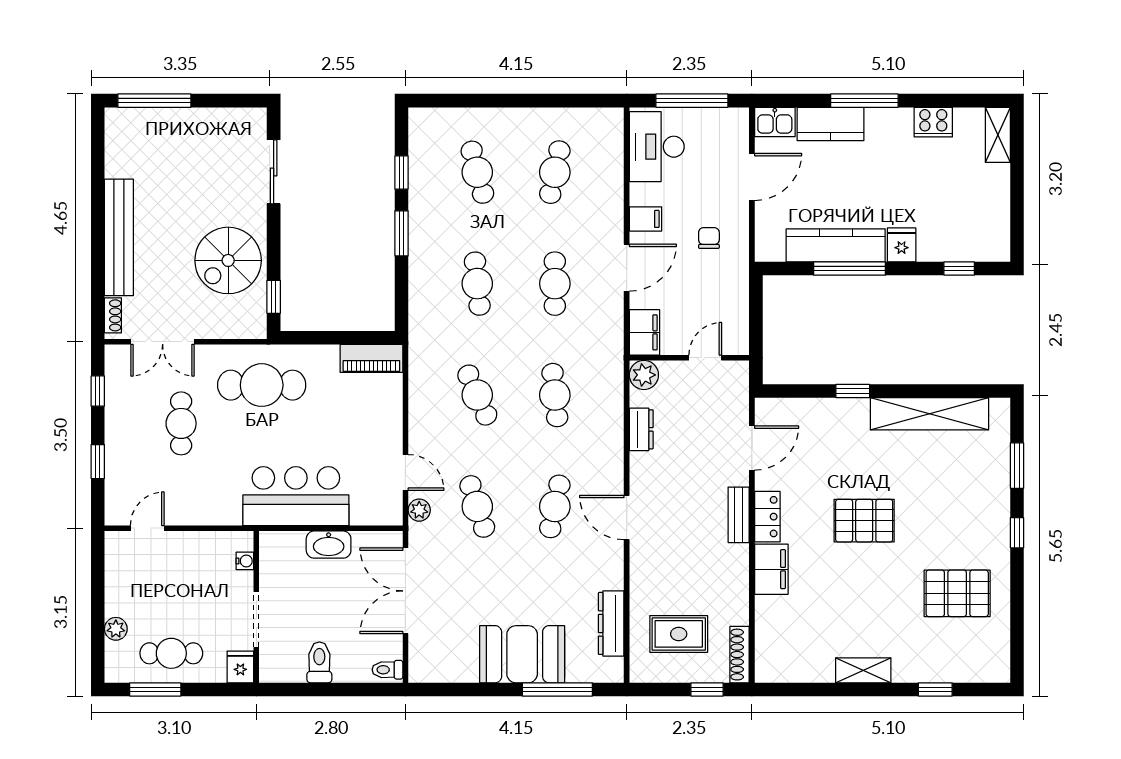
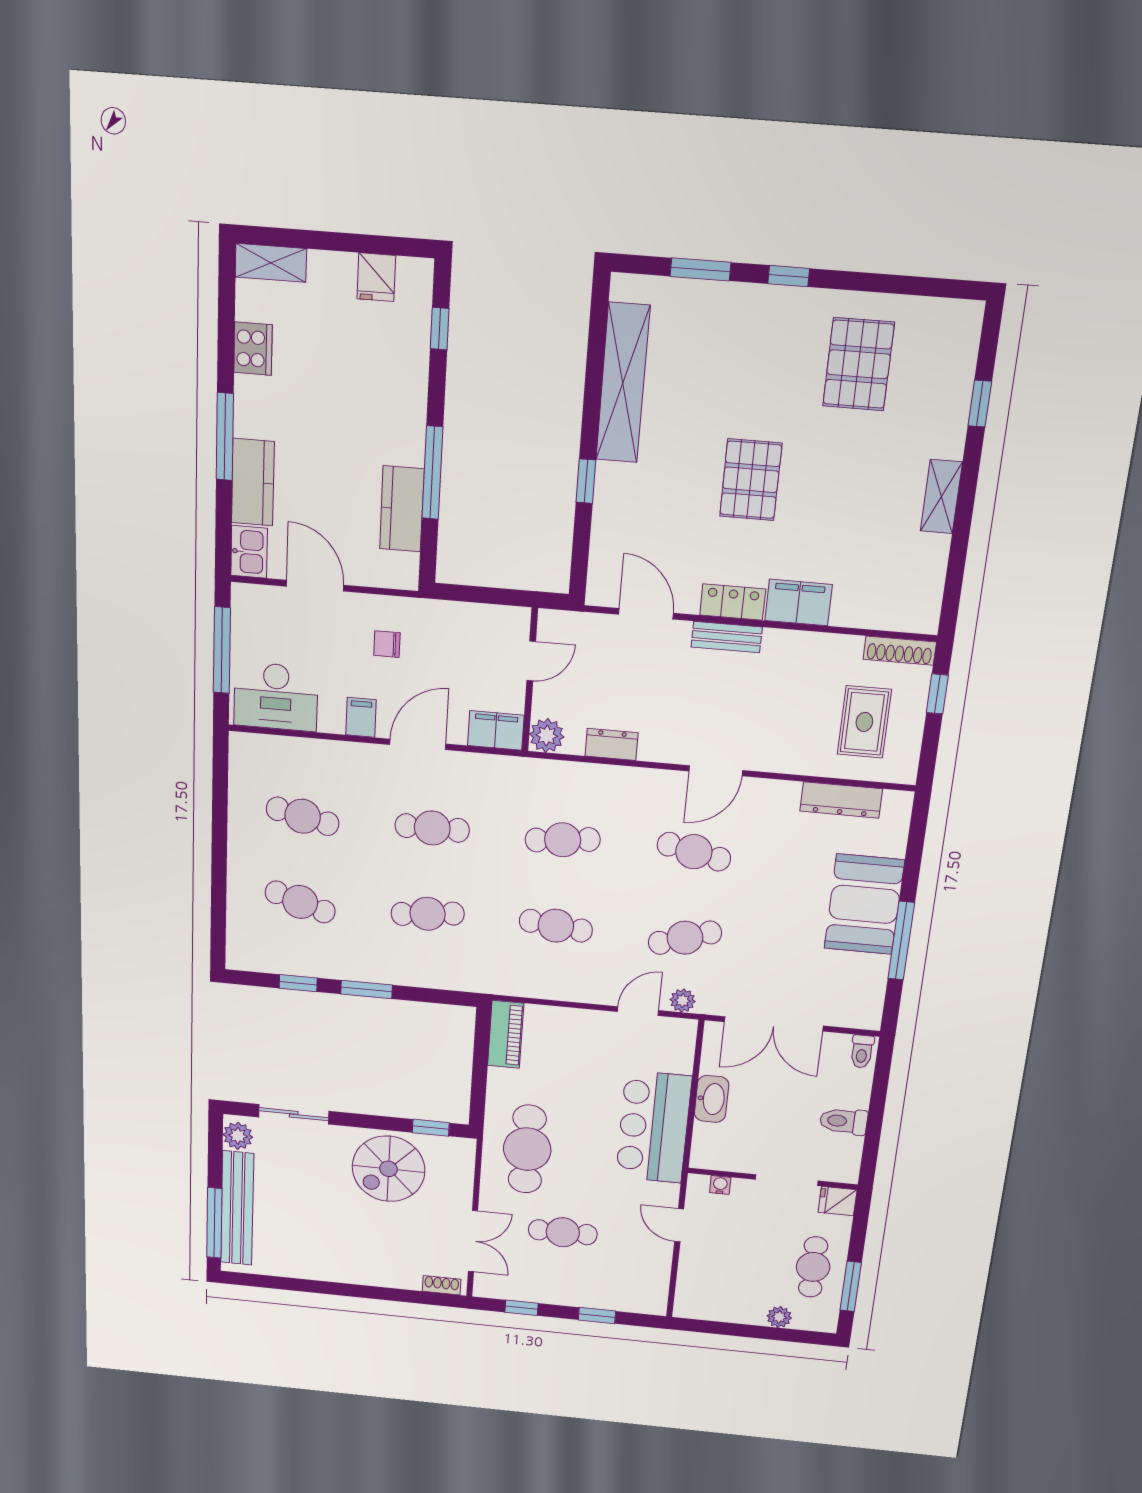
plant: (246, 121) -> (238, 1136), added
cafe table: (477, 172) -> (300, 902), turned 33
bench: (119, 237) -> (237, 1208), moved, turned 90
kitchen counter: (836, 245) -> (402, 509), width x0.67
fridge: (902, 245) -> (376, 277), moved, turned -90
spiral stairs: (228, 260) -> (389, 1169), turned 90
door: (627, 268) -> (418, 744), hinge flipped
door: (705, 358) -> (531, 661), swing flipped
cafe table: (477, 395) -> (556, 926), turned 30
door: (147, 528) -> (679, 1225), moved
window: (557, 689) -> (901, 941), moved

